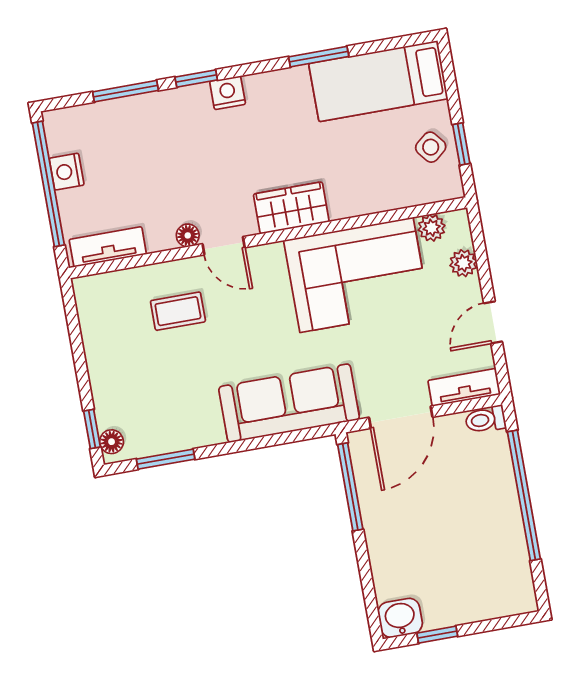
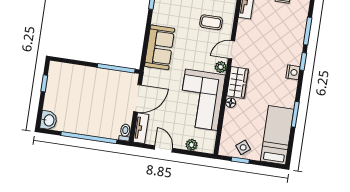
plant: (432, 228) -> (221, 67), moved
floor lamp: (188, 235) -> (231, 103), moved
coffee table: (178, 311) -> (211, 22), turned 90
sofa: (289, 403) -> (160, 47), width x0.73
door: (401, 417) -> (137, 98), swing flipped
washbasin: (400, 618) -> (49, 120), moved

